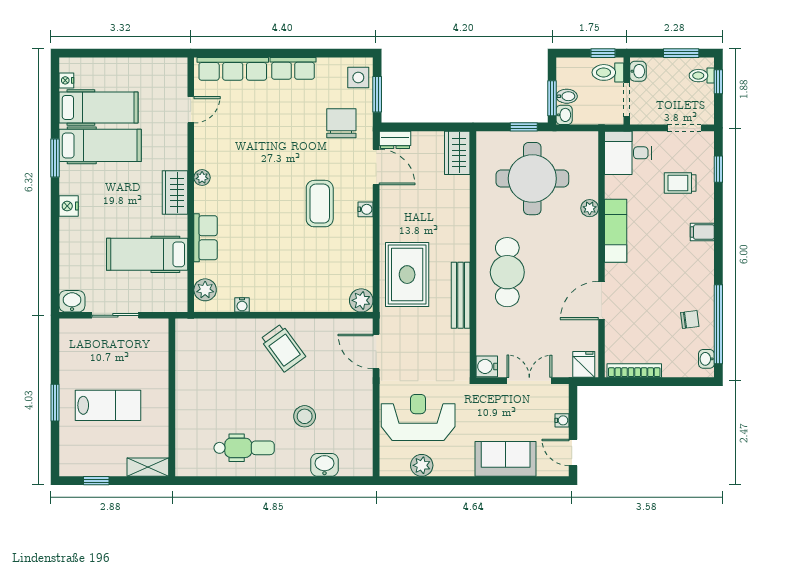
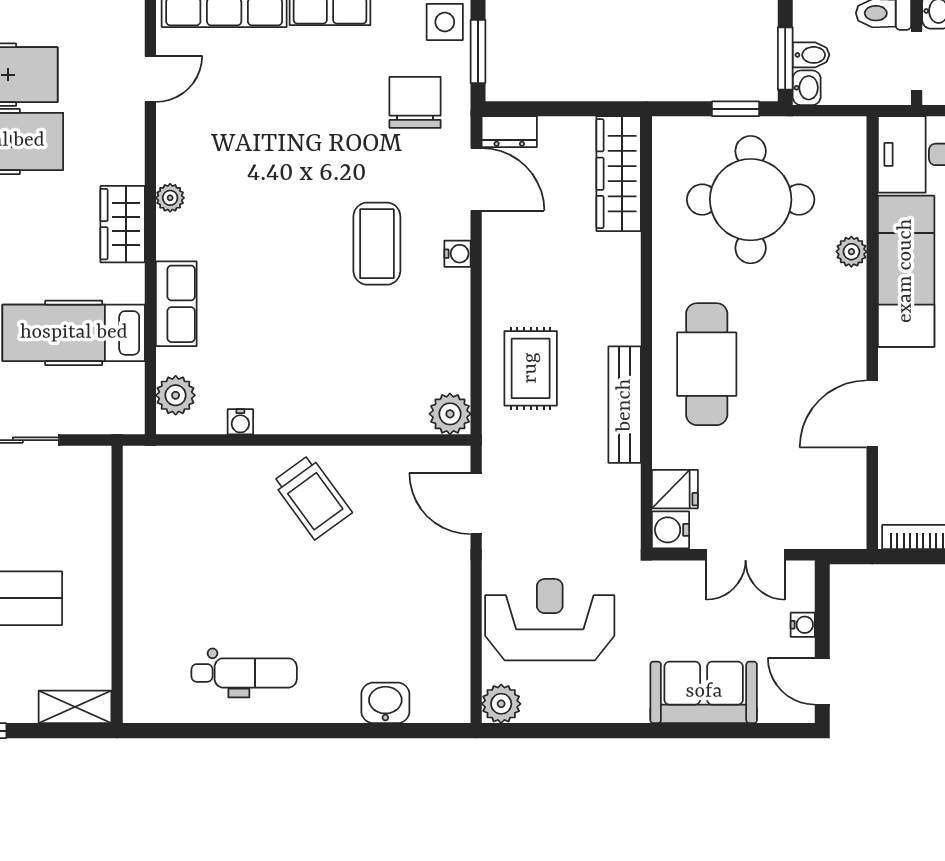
wardrobe: (457, 153) -> (619, 174), width x1.50
exam couch: (616, 231) -> (906, 271), width x1.36, depth x1.45
rug: (407, 275) -> (531, 368), width x0.73, depth x0.70
fridge: (584, 364) -> (675, 489), moved, turned 90
double door: (529, 381) -> (746, 555), swing flipped
stool: (305, 416) -> (350, 618), removed
plant: (422, 465) -> (501, 704), moved

